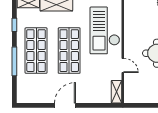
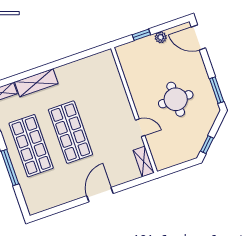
checkout: (105, 30) -> (105, 94), removed
door: (65, 105) -> (100, 195), moved

